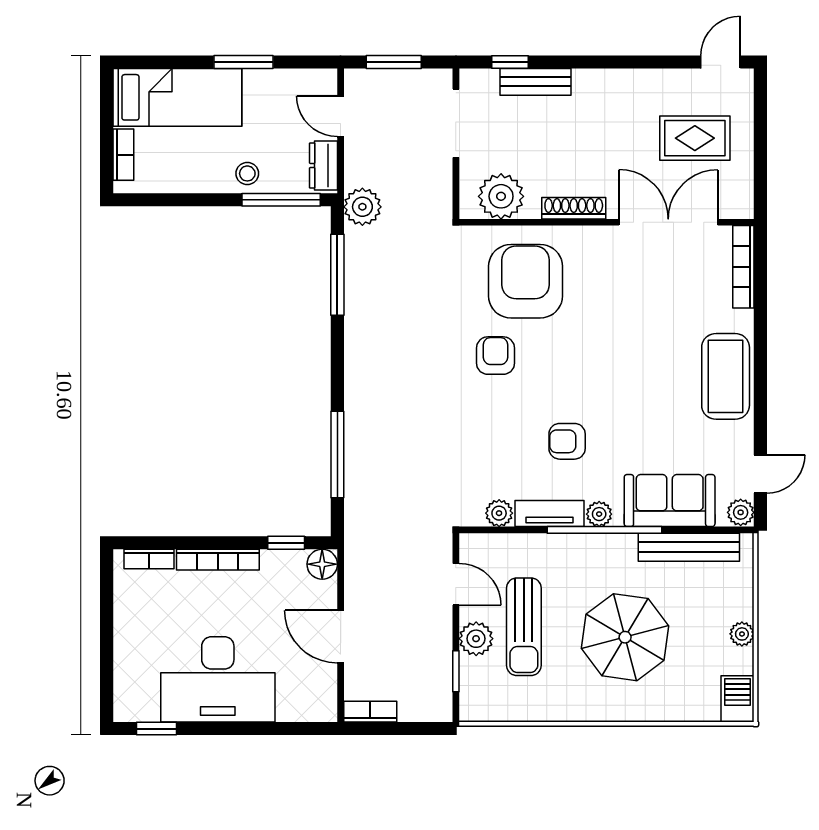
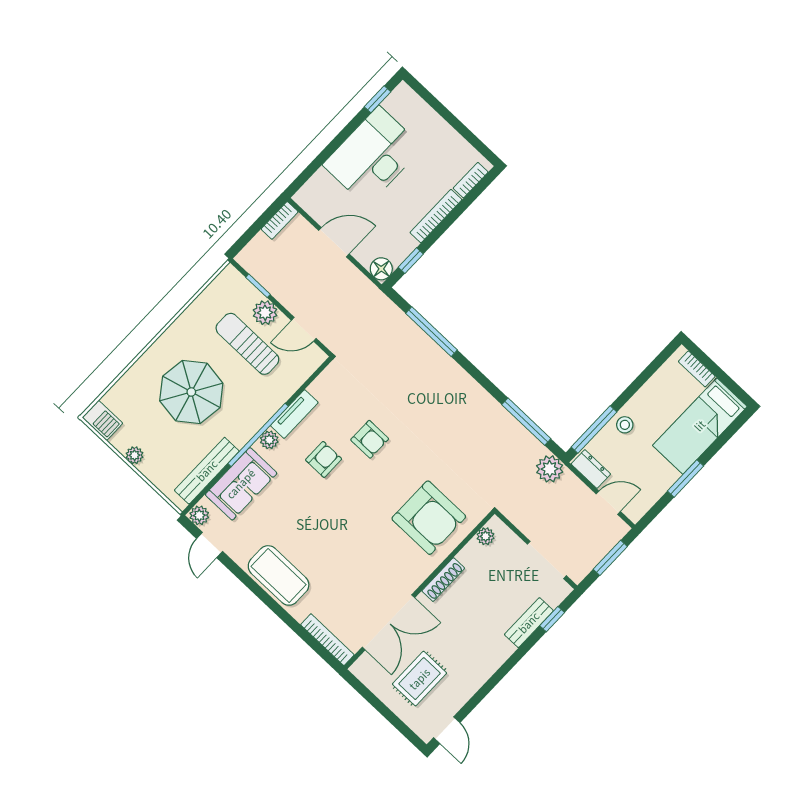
plant: (501, 196) -> (486, 536), width x0.53, depth x0.53
armchair: (496, 356) -> (370, 439), moved
plant: (499, 513) -> (320, 388), removed

